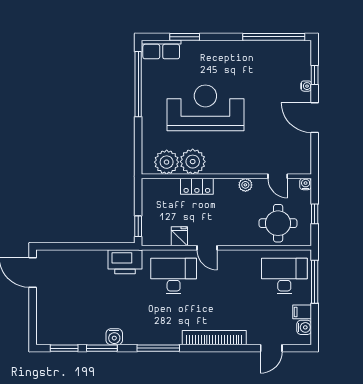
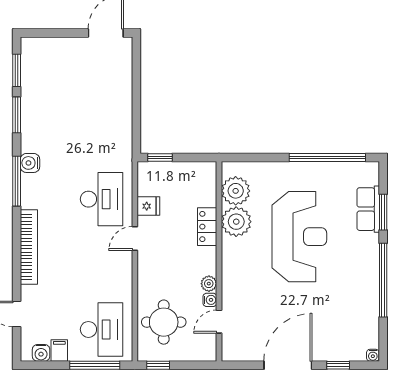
window: (274, 37) -> (383, 280), moved
row of seats: (161, 49) -> (368, 209), moved
water cooler: (306, 86) -> (373, 355), moved
door: (315, 118) -> (288, 365), width x1.36
water cooler: (306, 184) -> (210, 300), moved
window: (315, 214) -> (158, 365), moved
printer: (125, 262) -> (118, 142), removed
water cooler: (114, 337) -> (30, 163), moved

